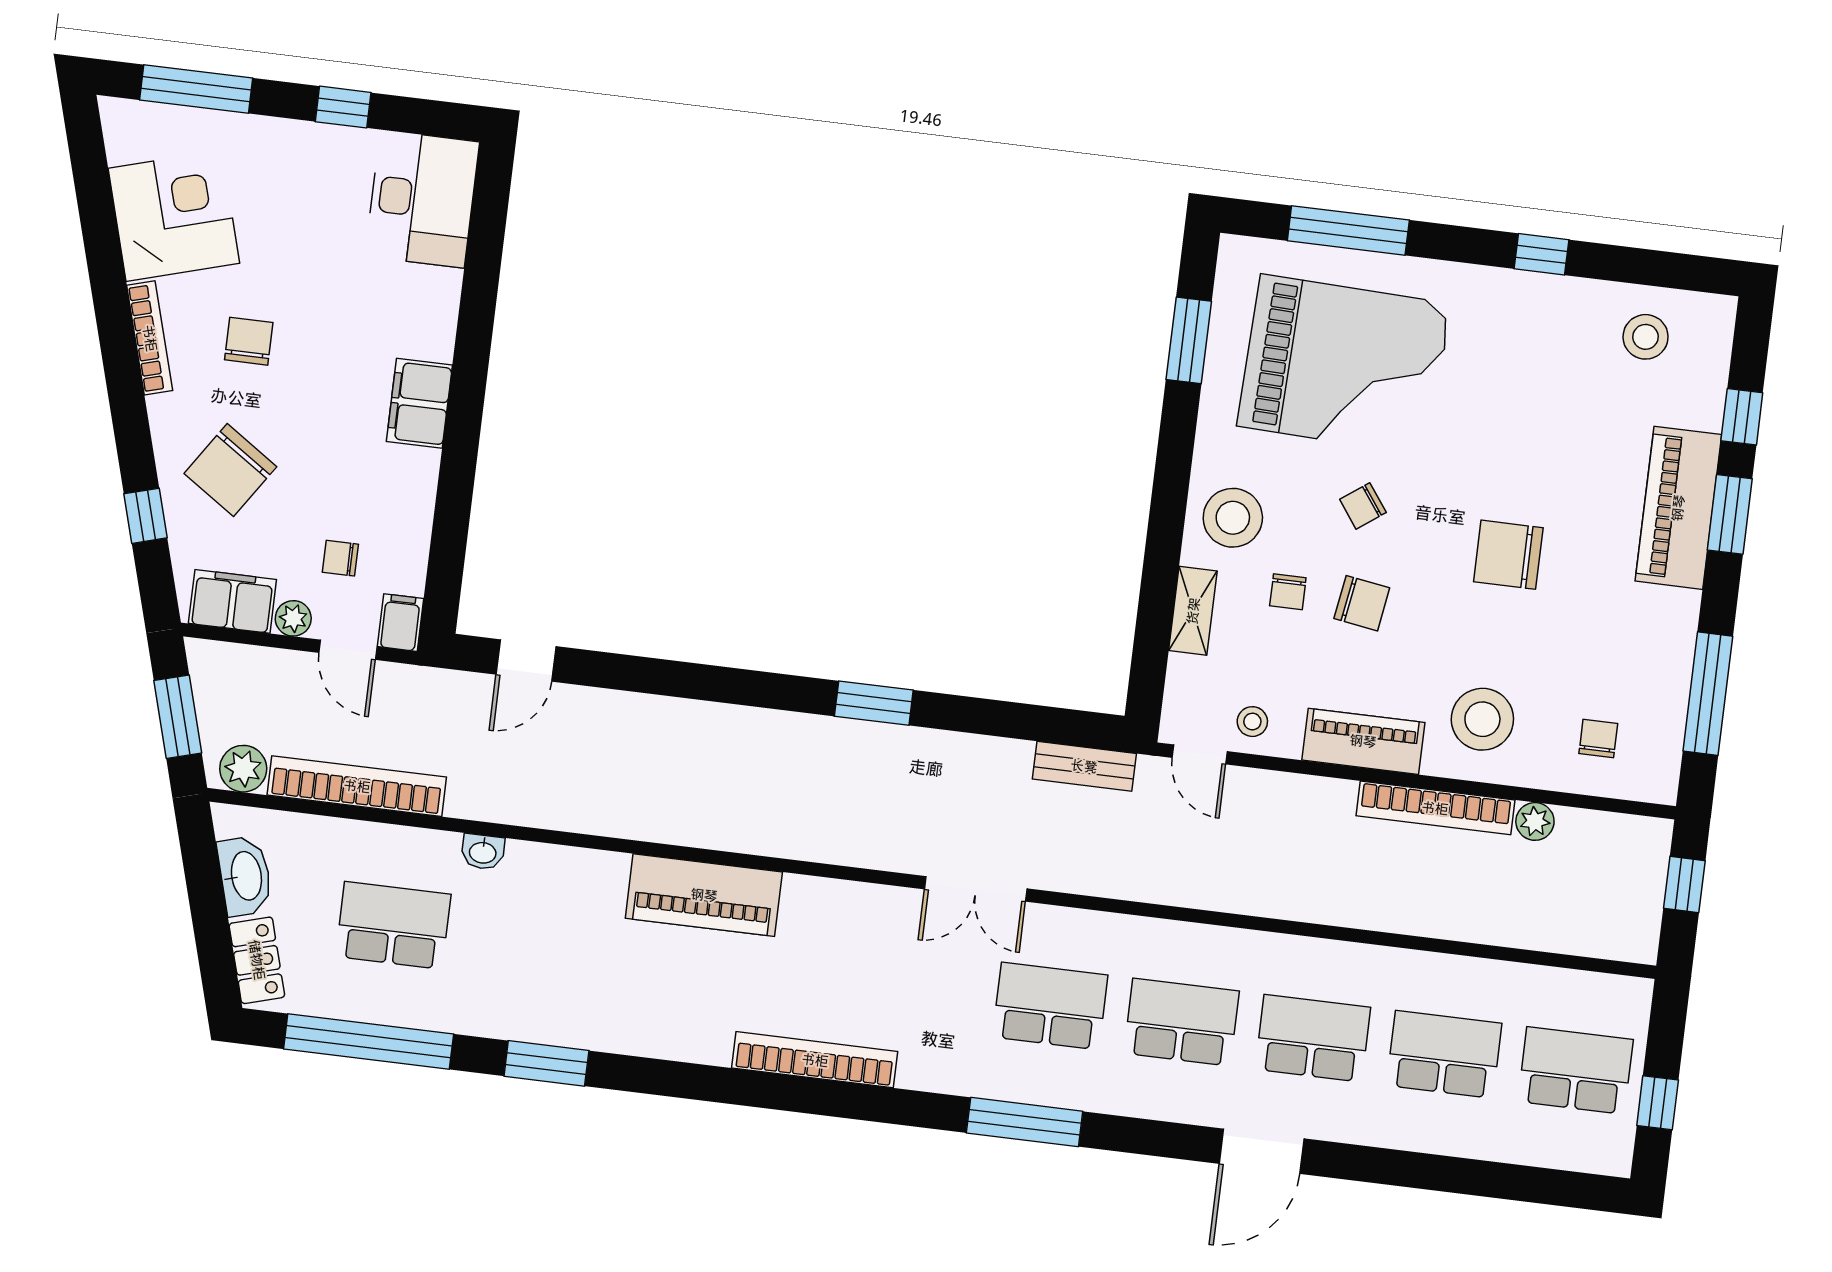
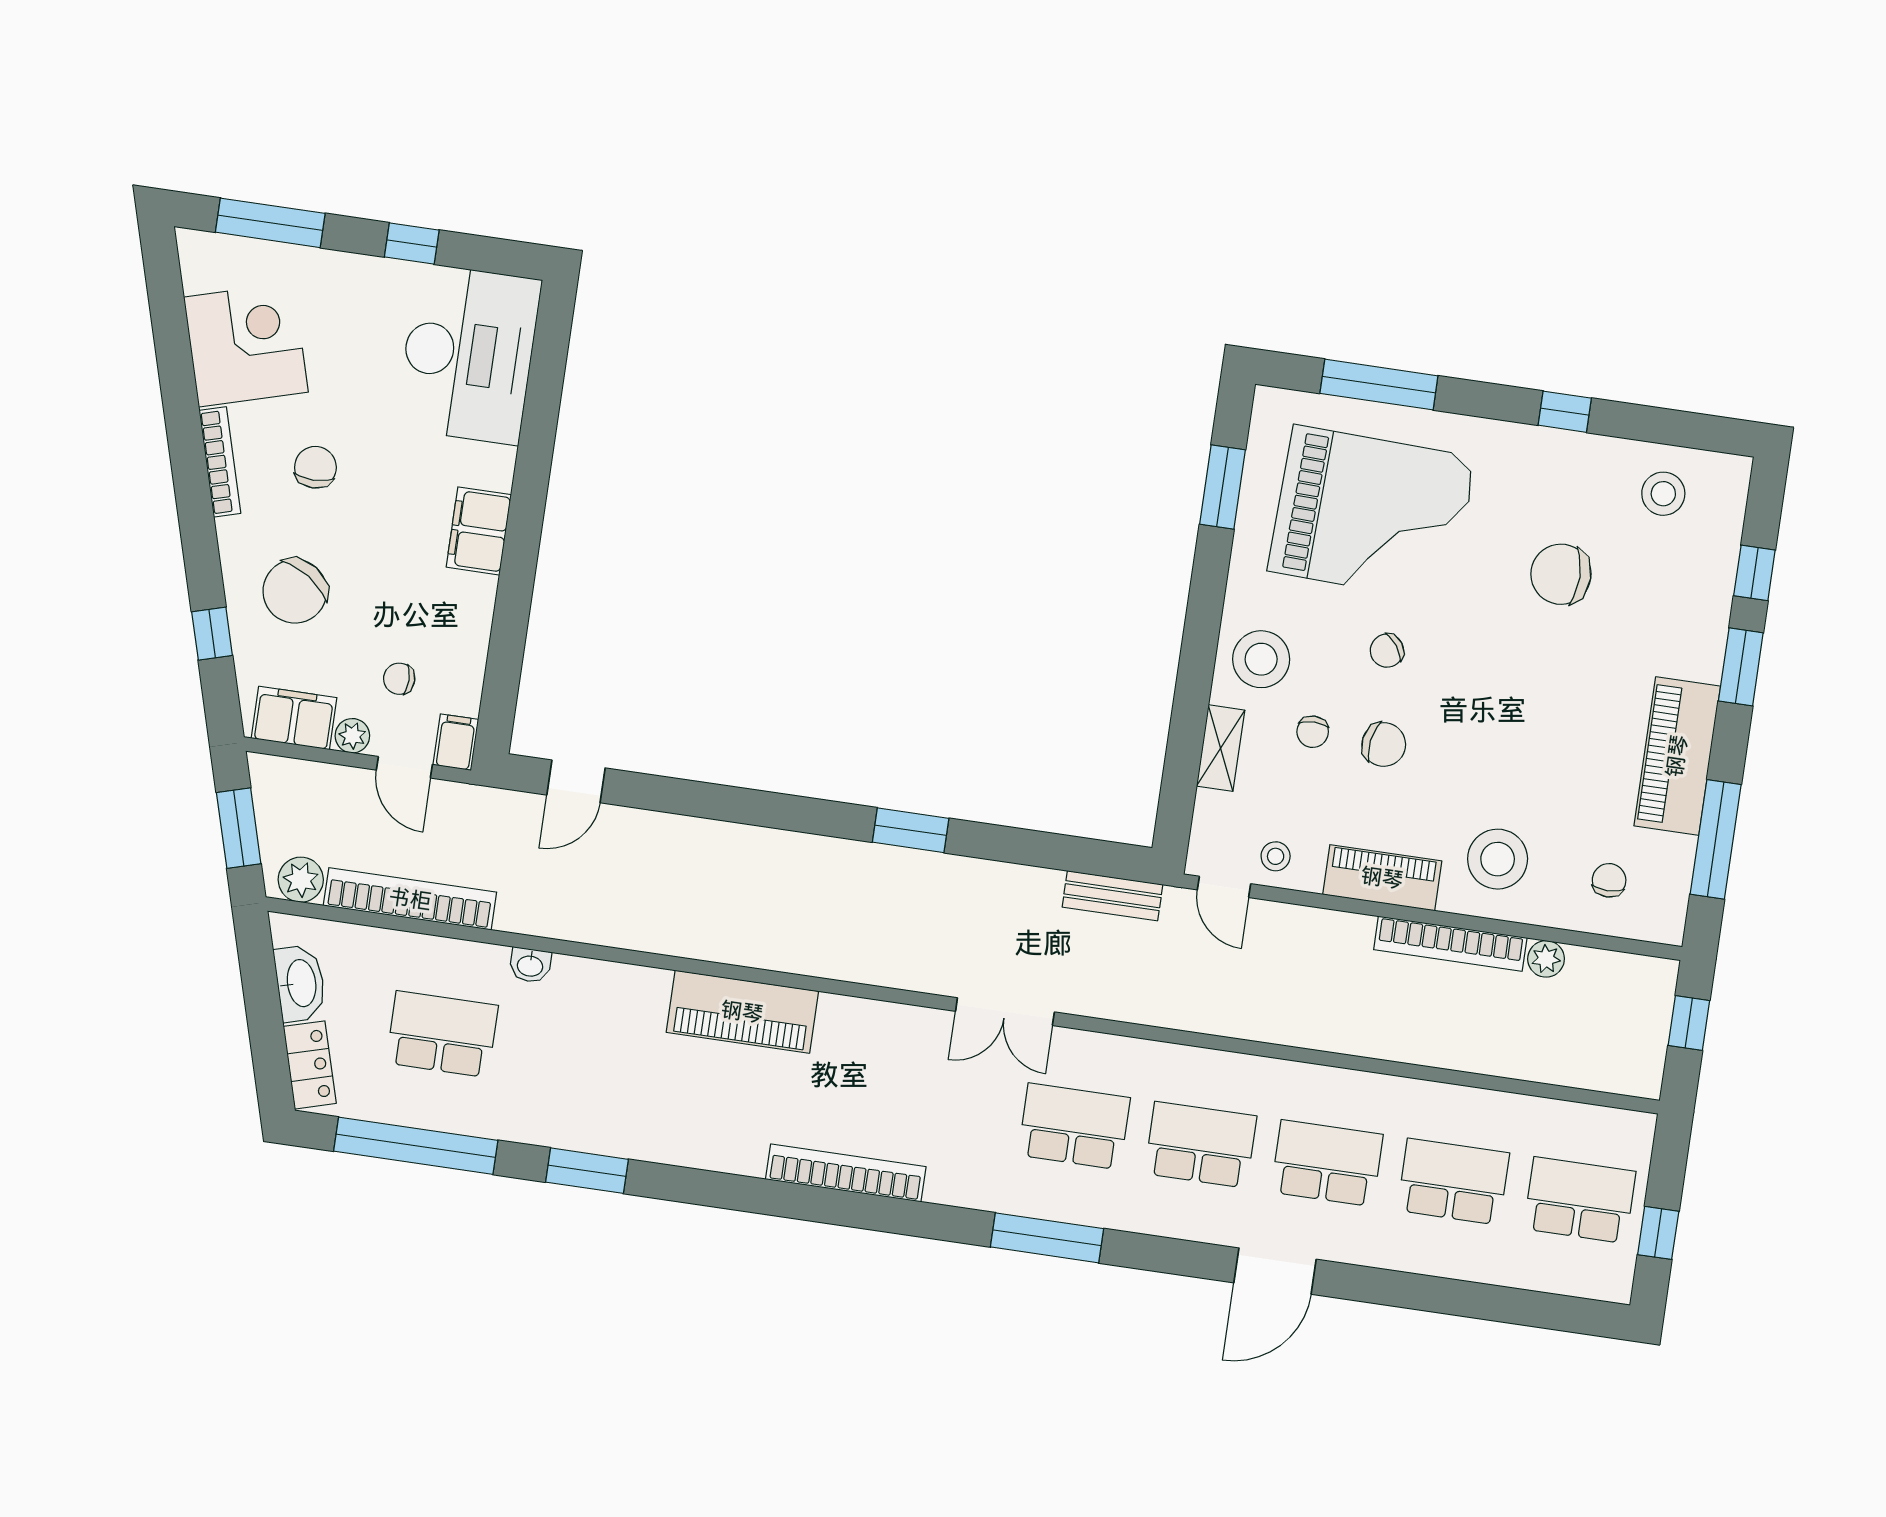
desk: (422, 199) -> (468, 354), width x1.36, depth x1.30
piano: (1678, 508) -> (1677, 756), moved
chair: (1508, 555) -> (1561, 574), moved

